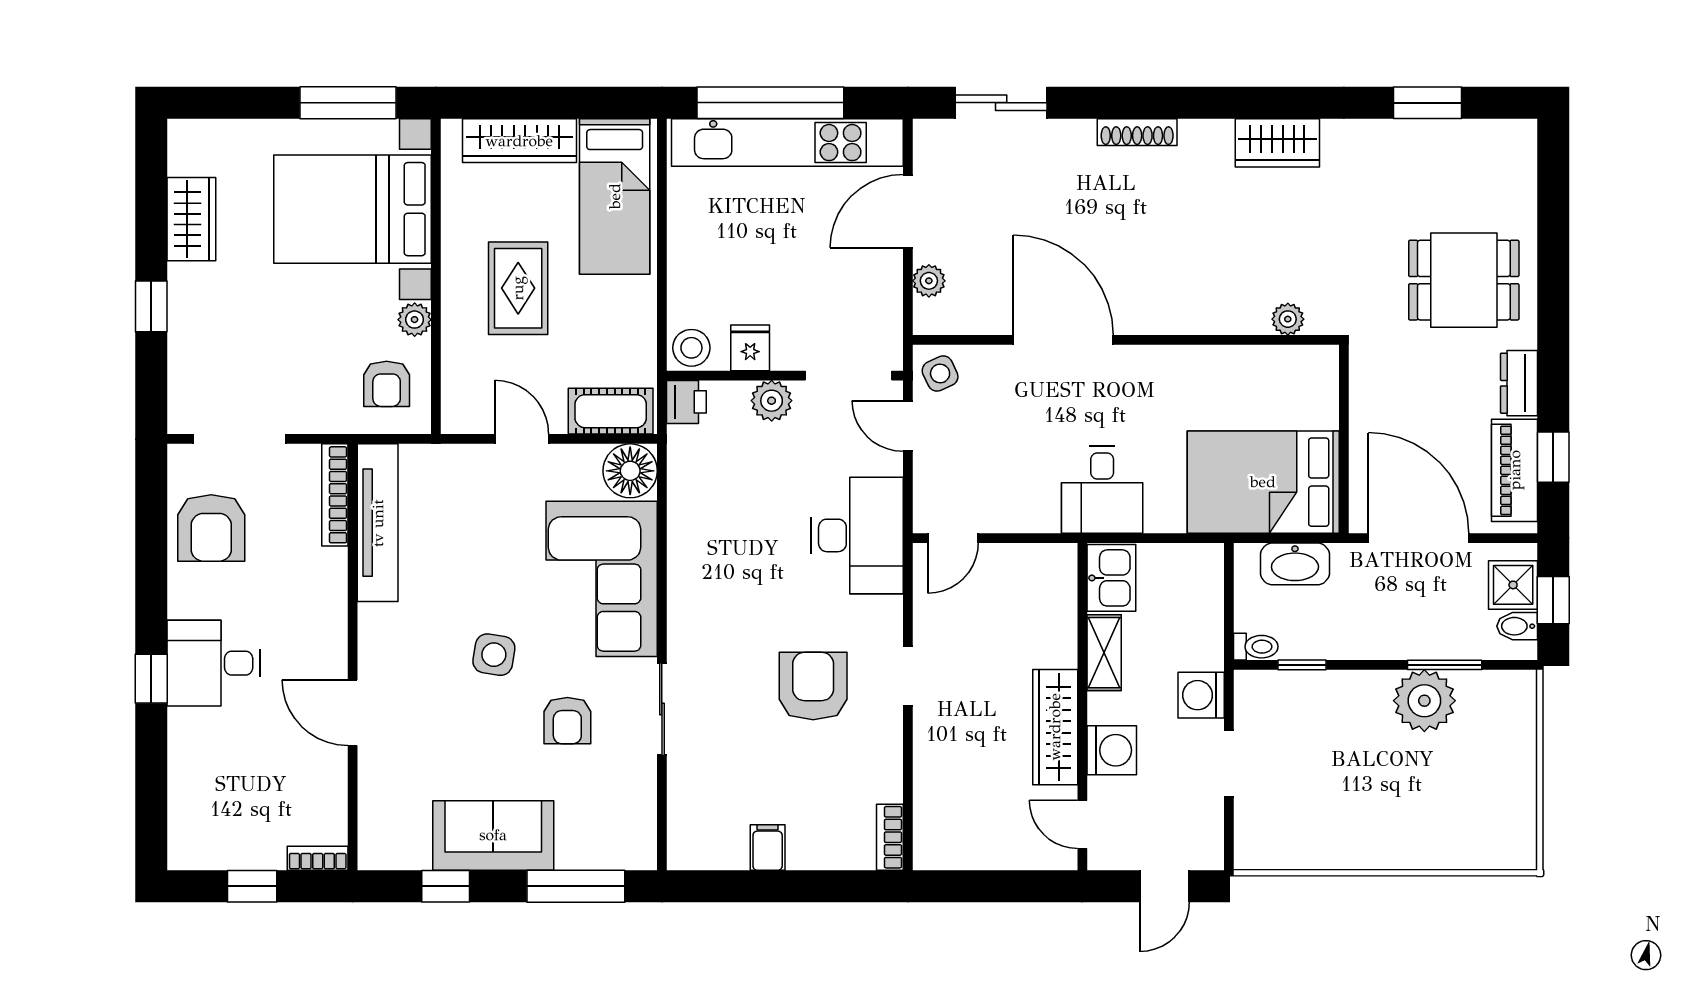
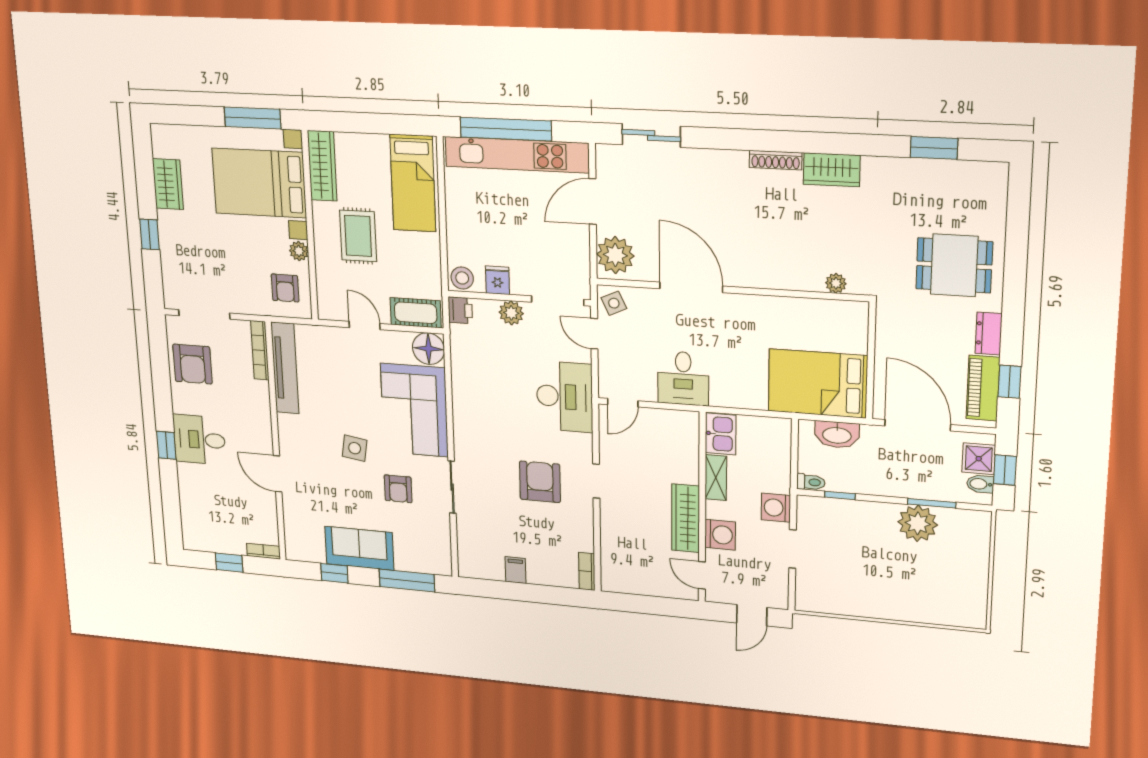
shoe rack: (1137, 132) -> (776, 160), moved
wardrobe: (519, 141) -> (322, 166), moved, turned -90
plant: (929, 281) -> (615, 255), width x1.87, depth x1.87
desk: (1102, 490) -> (683, 378), moved

